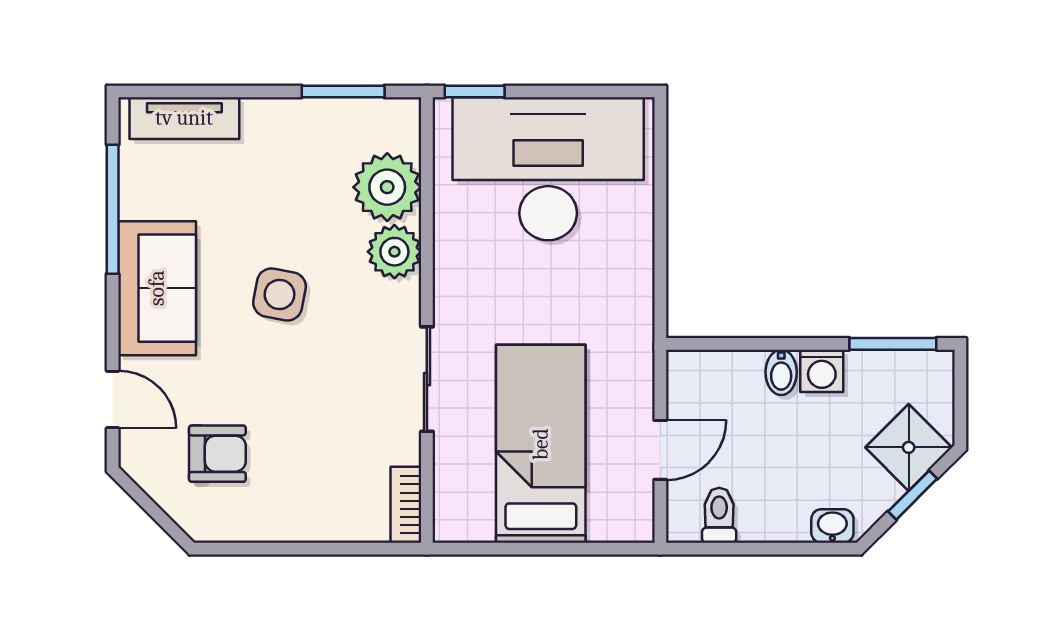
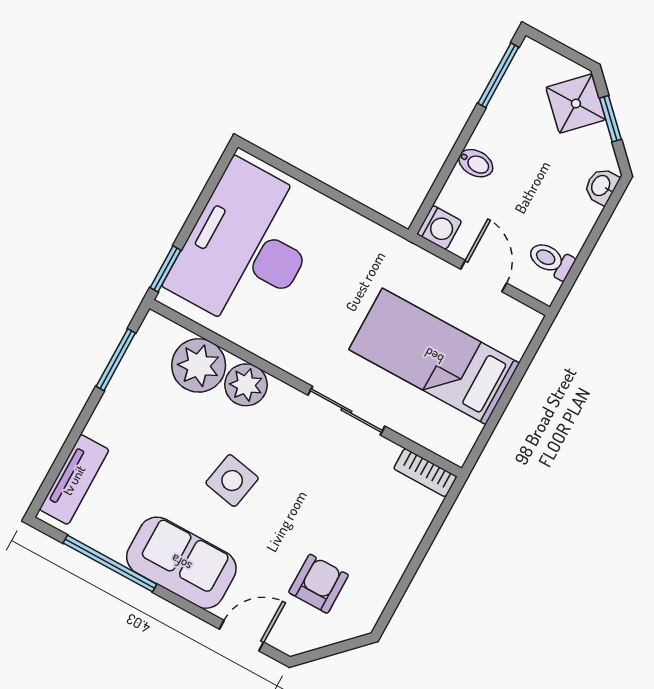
washing machine: (822, 371) -> (439, 228), moved

